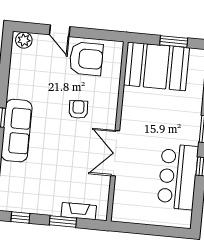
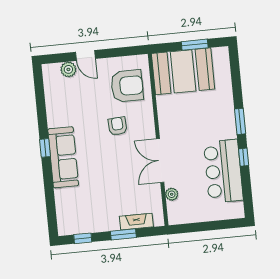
plant: (24, 40) -> (68, 69), moved
armchair: (86, 59) -> (127, 86), moved
plant: (120, 190) -> (172, 194), added

